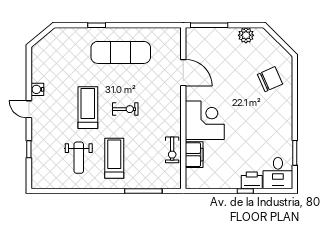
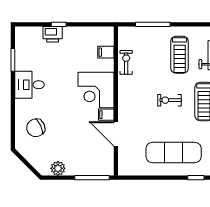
filing cabinet: (194, 93) -> (106, 115), added
filing cabinet: (194, 155) -> (106, 52), width x0.50
desk: (278, 173) -> (30, 85), moved, turned -90

